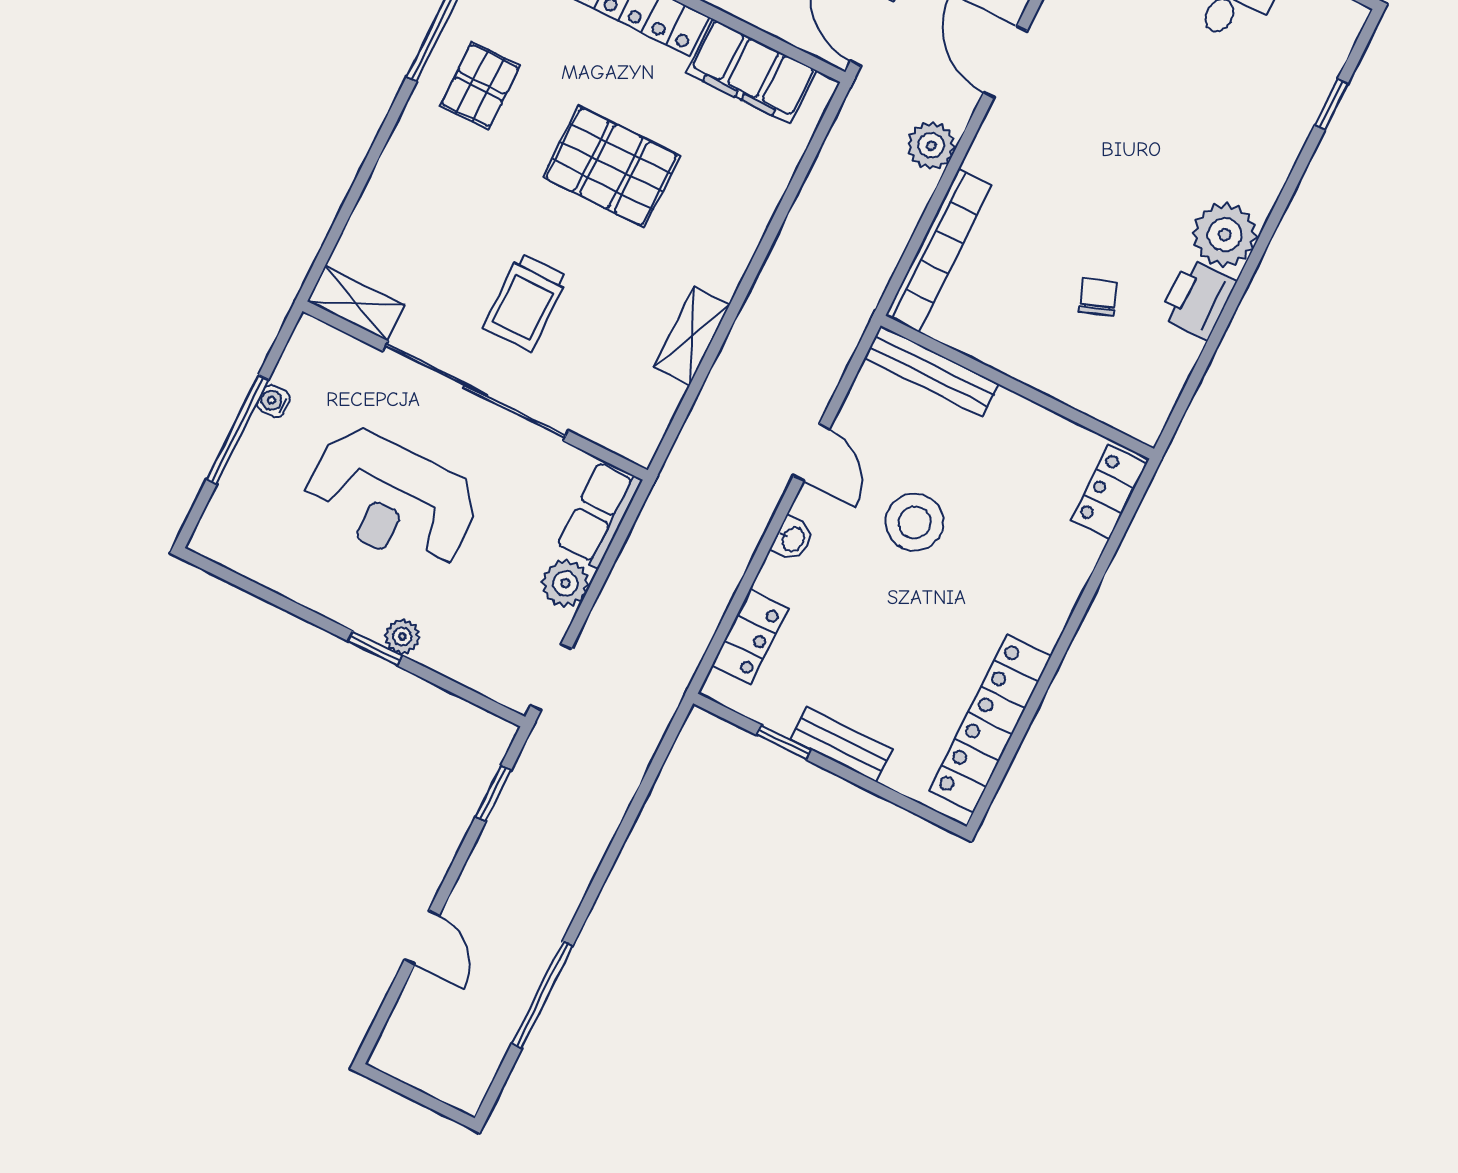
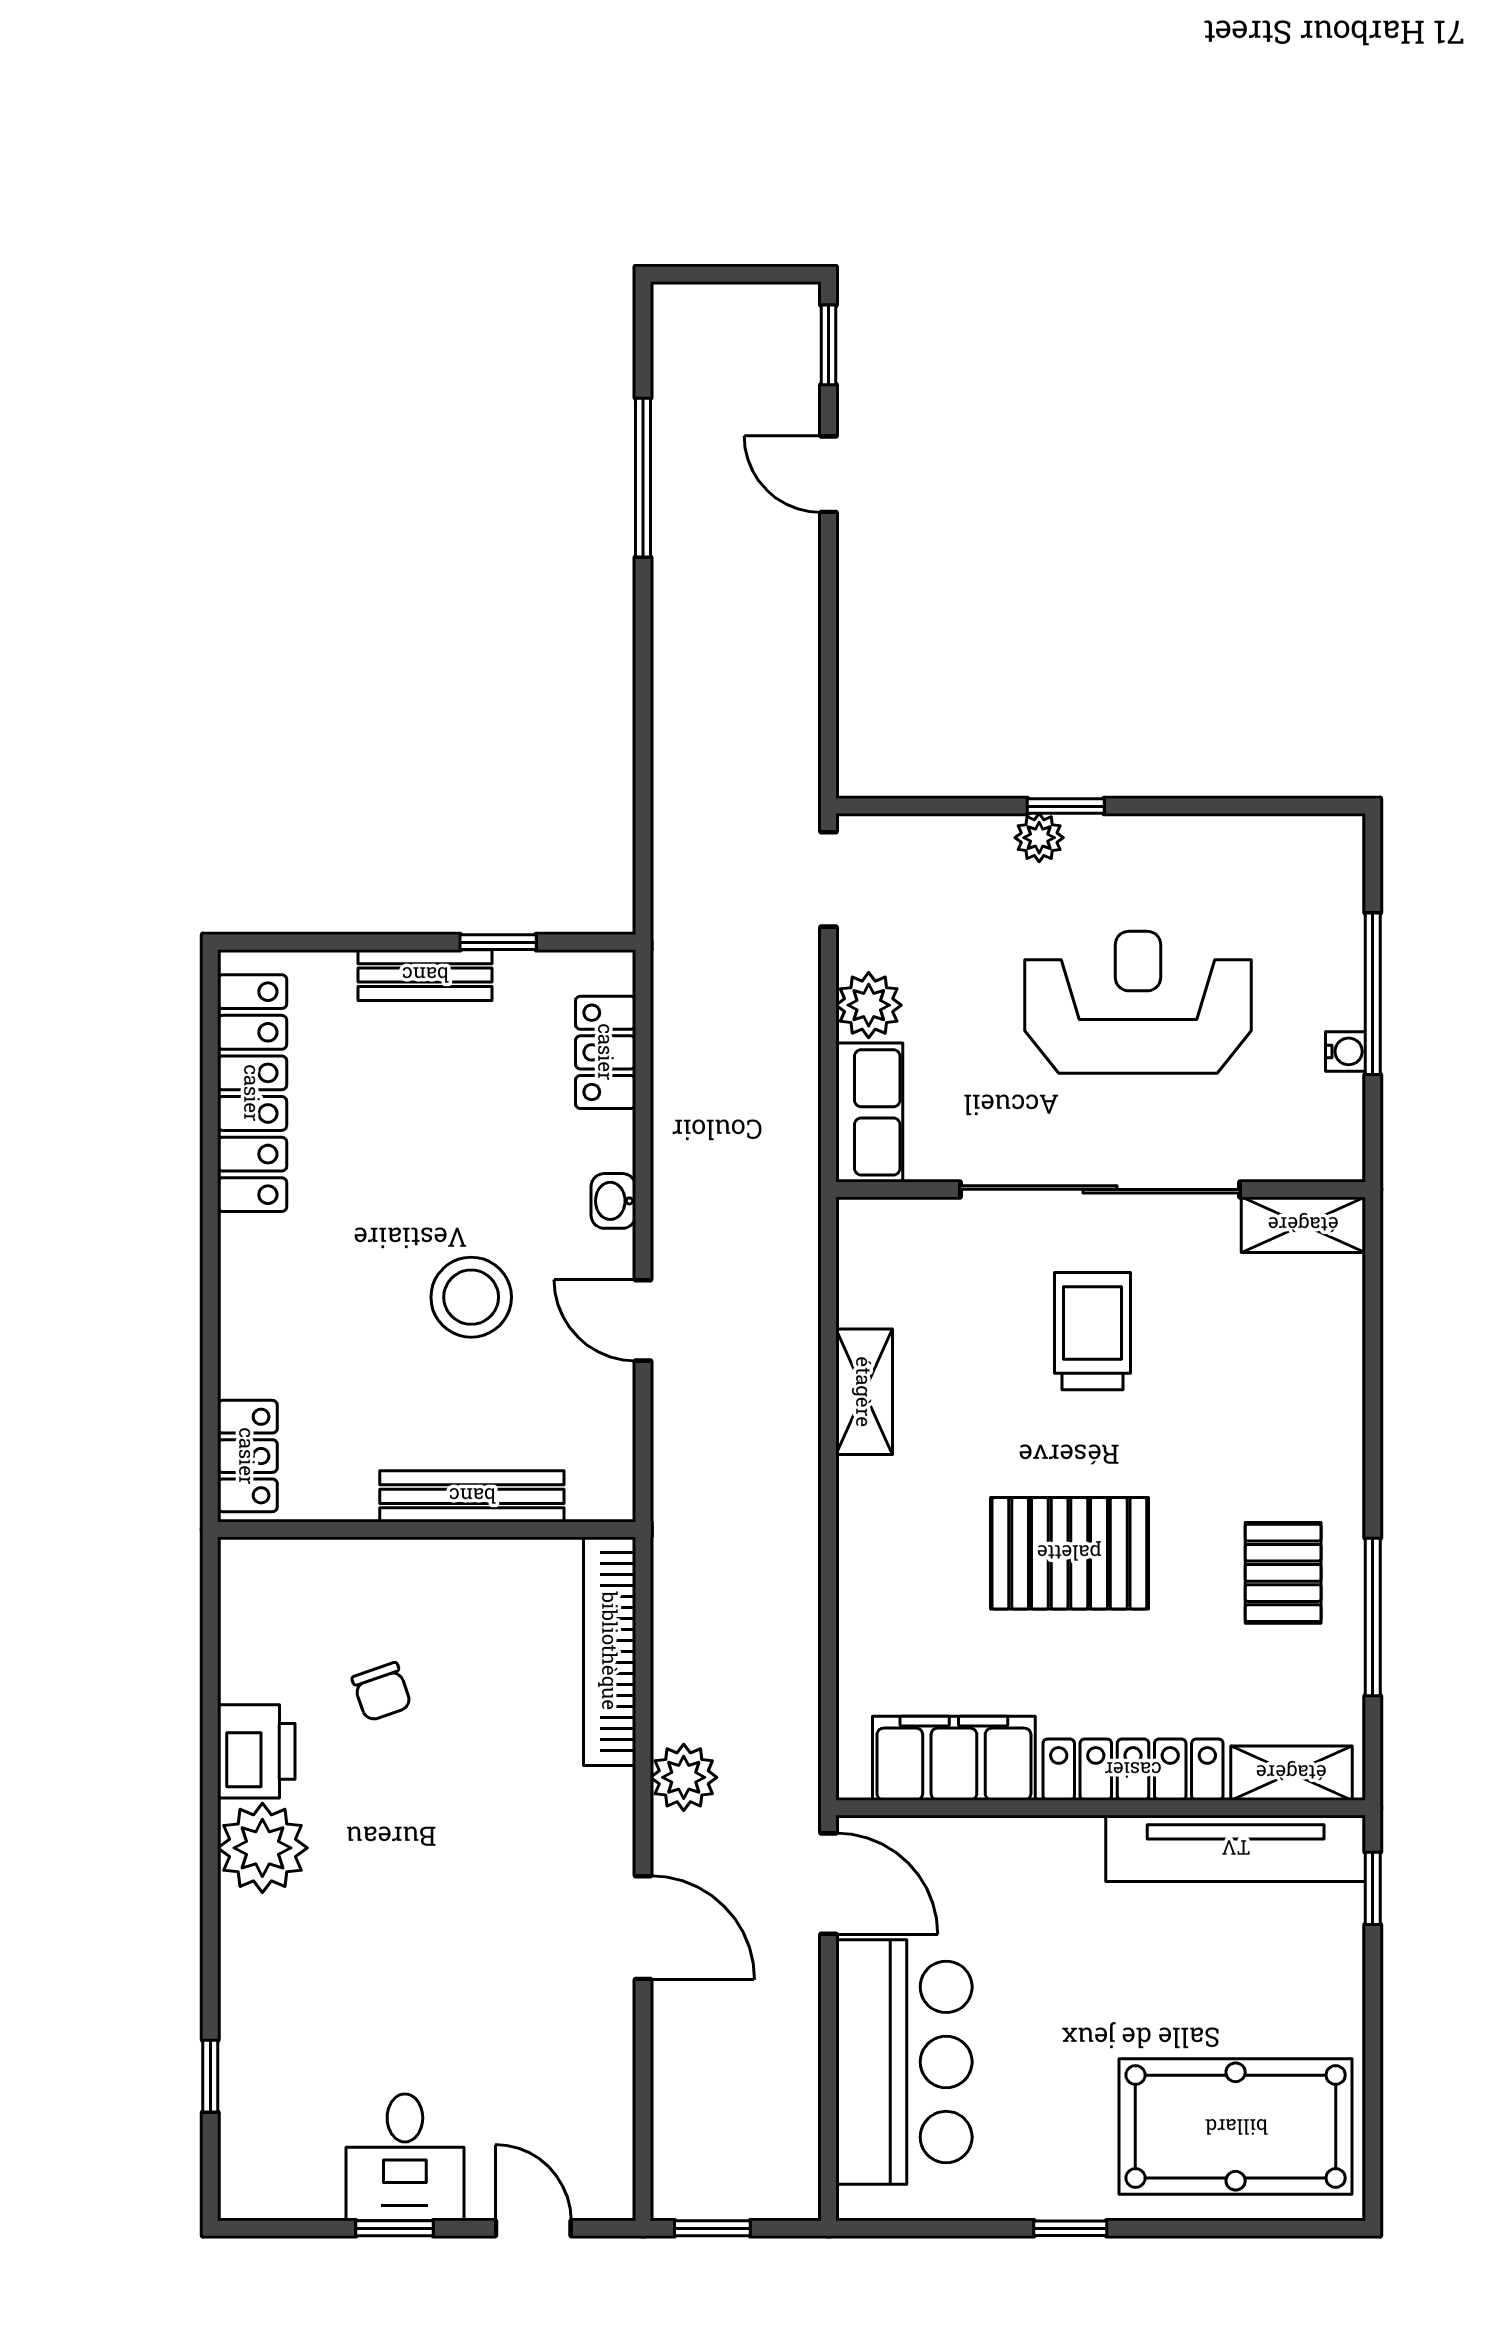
bench: (932, 371) -> (472, 1496), moved
window: (493, 793) -> (829, 345), moved

